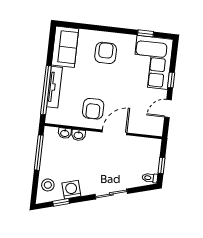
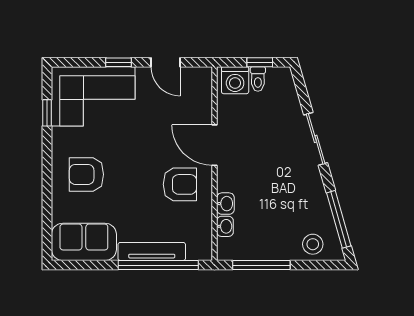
toilet: (150, 178) -> (258, 79), moved
washing machine: (71, 190) -> (235, 80), moved, turned -74
window: (61, 202) -> (339, 219), width x2.17

